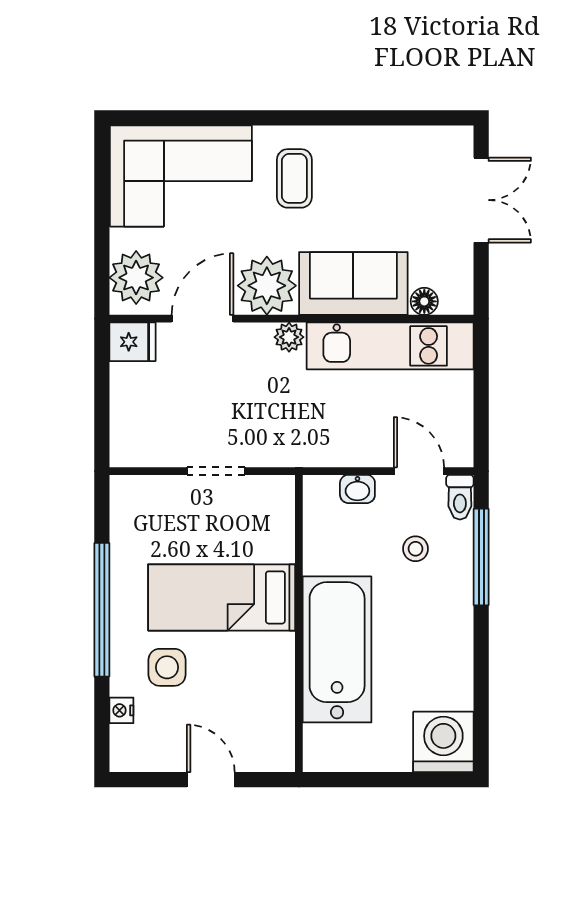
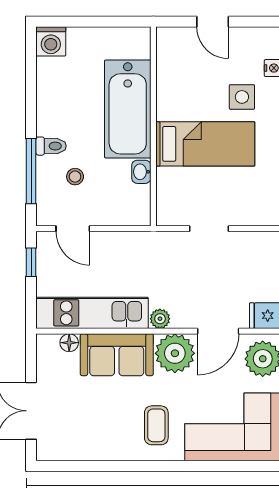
window: (481, 421) -> (31, 262), added
washbasin: (357, 489) -> (141, 172), moved, turned -90
toilet: (460, 497) -> (51, 146), moved, turned 90
washing machine: (443, 742) -> (51, 41), width x0.73, depth x0.73

